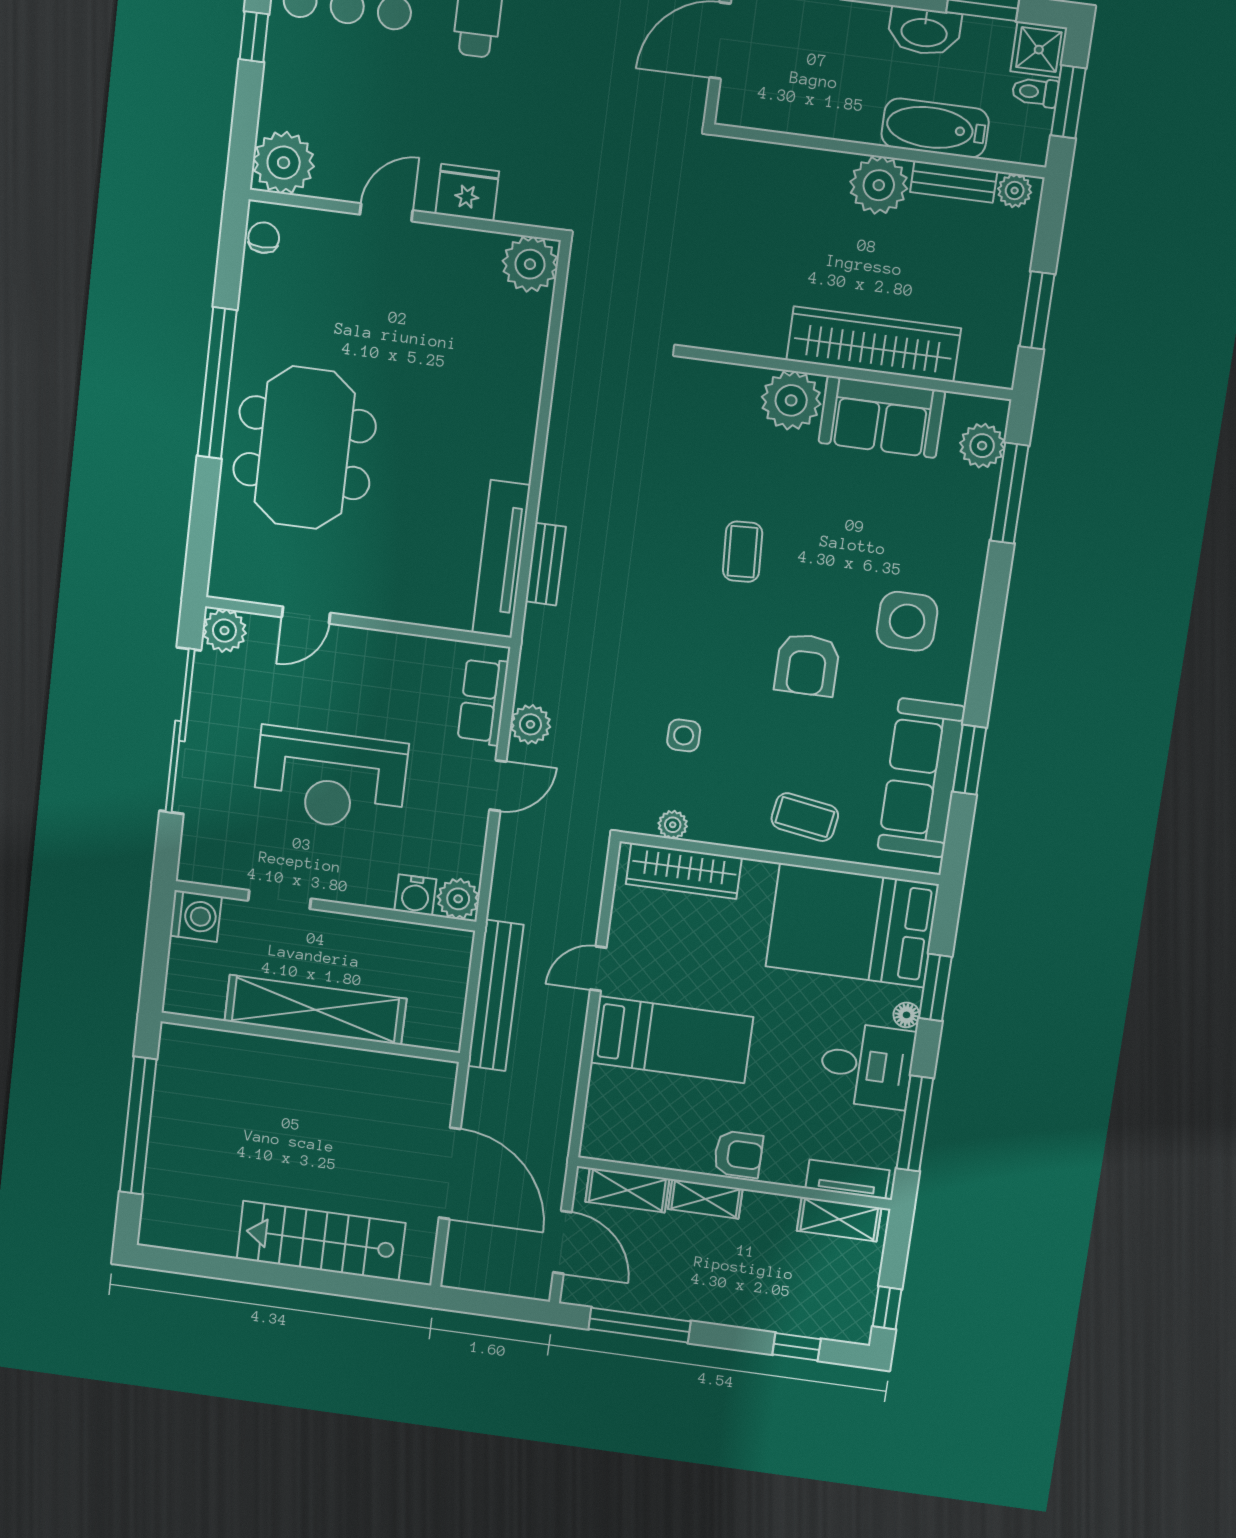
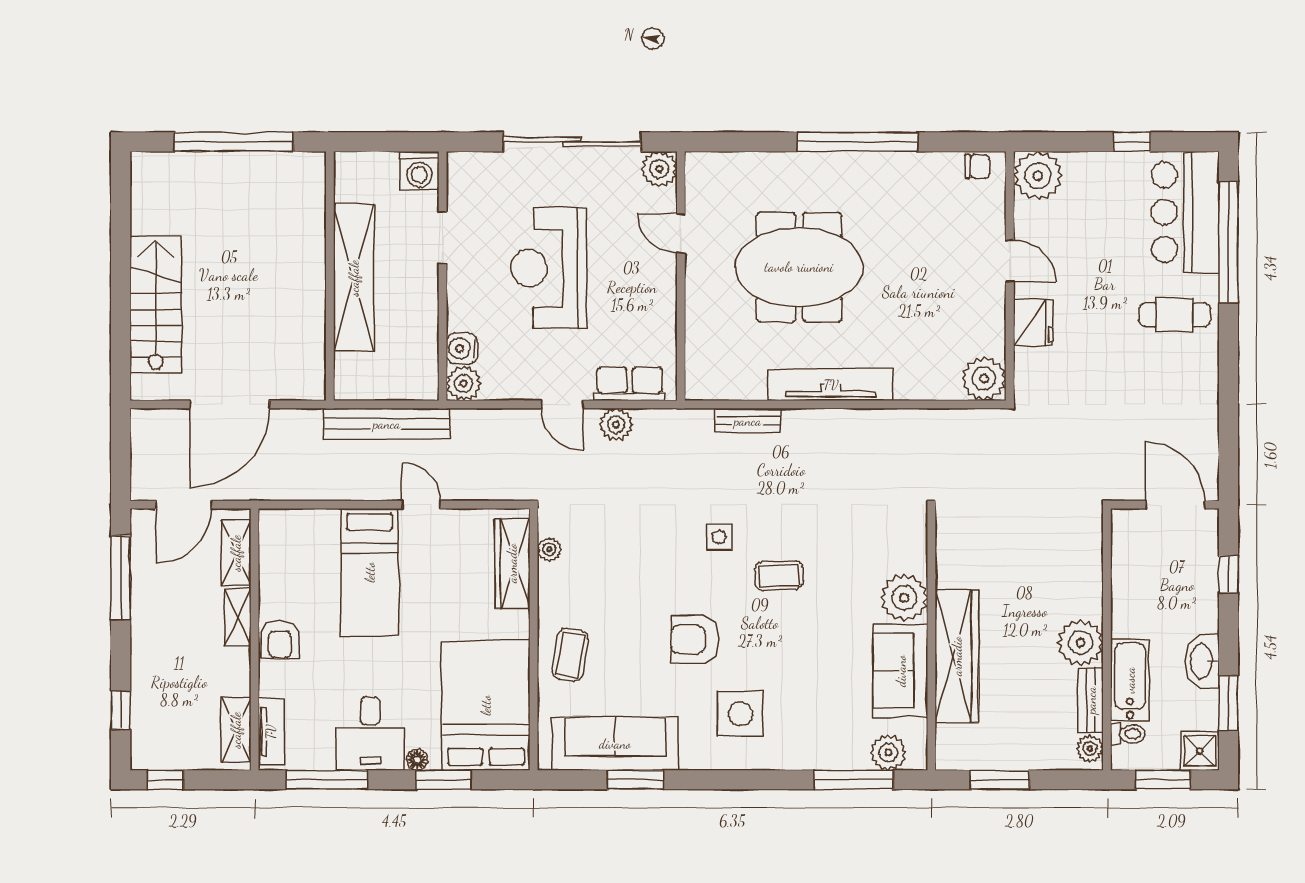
toilet: (1035, 92) -> (1128, 734), moved, turned 90
meeting table: (304, 448) -> (799, 267), moved
tv unit: (501, 559) -> (831, 385), moved
side table: (684, 735) -> (719, 537), moved

